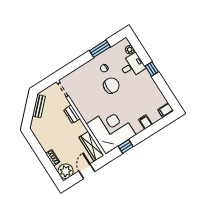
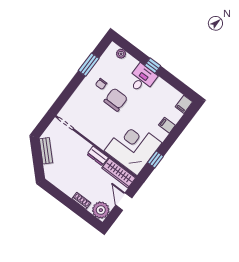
desk: (132, 66) -> (142, 79), moved
dresser: (72, 114) -> (98, 156), moved

